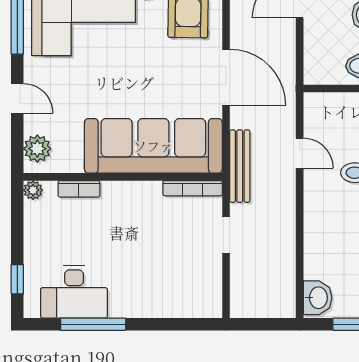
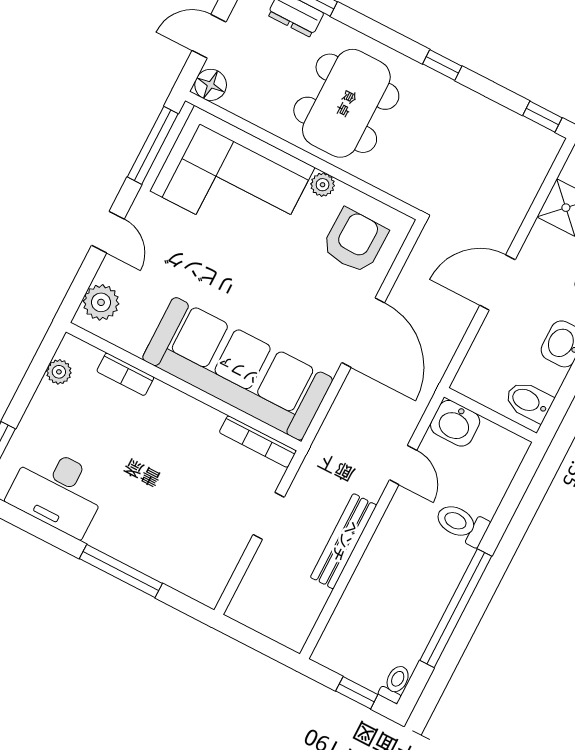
bench: (240, 166) -> (344, 541), moved
plant: (33, 190) -> (59, 372), moved
washbasin: (318, 298) -> (455, 423), moved, turned 90
window: (93, 324) -> (121, 571), moved

